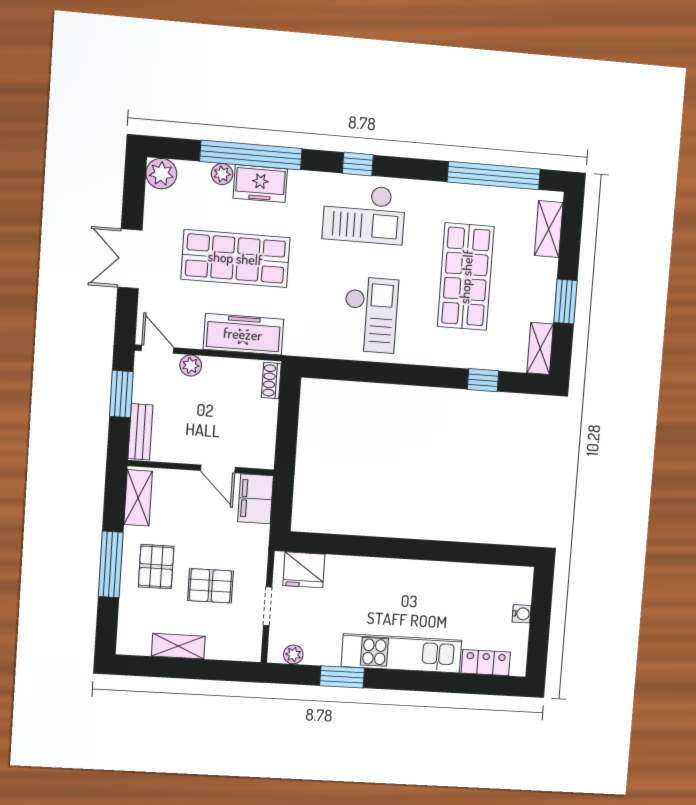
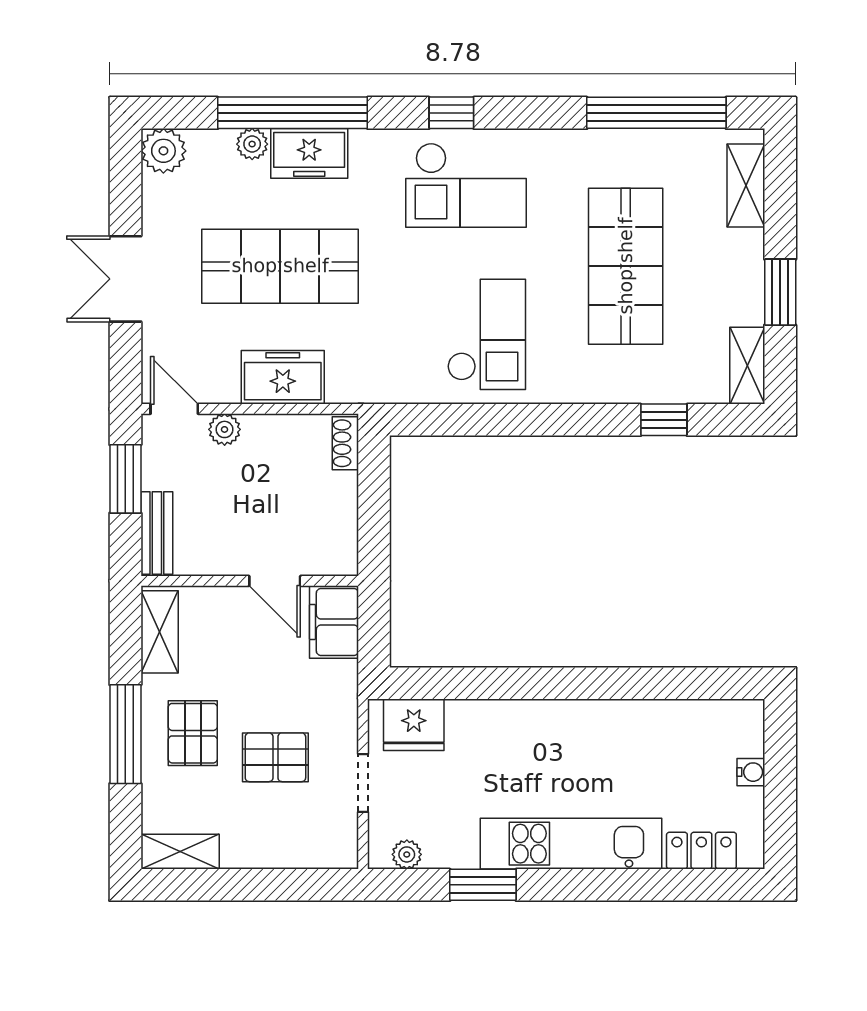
freezer: (243, 334) -> (283, 377), width x0.71
shelving: (178, 646) -> (180, 852), moved

